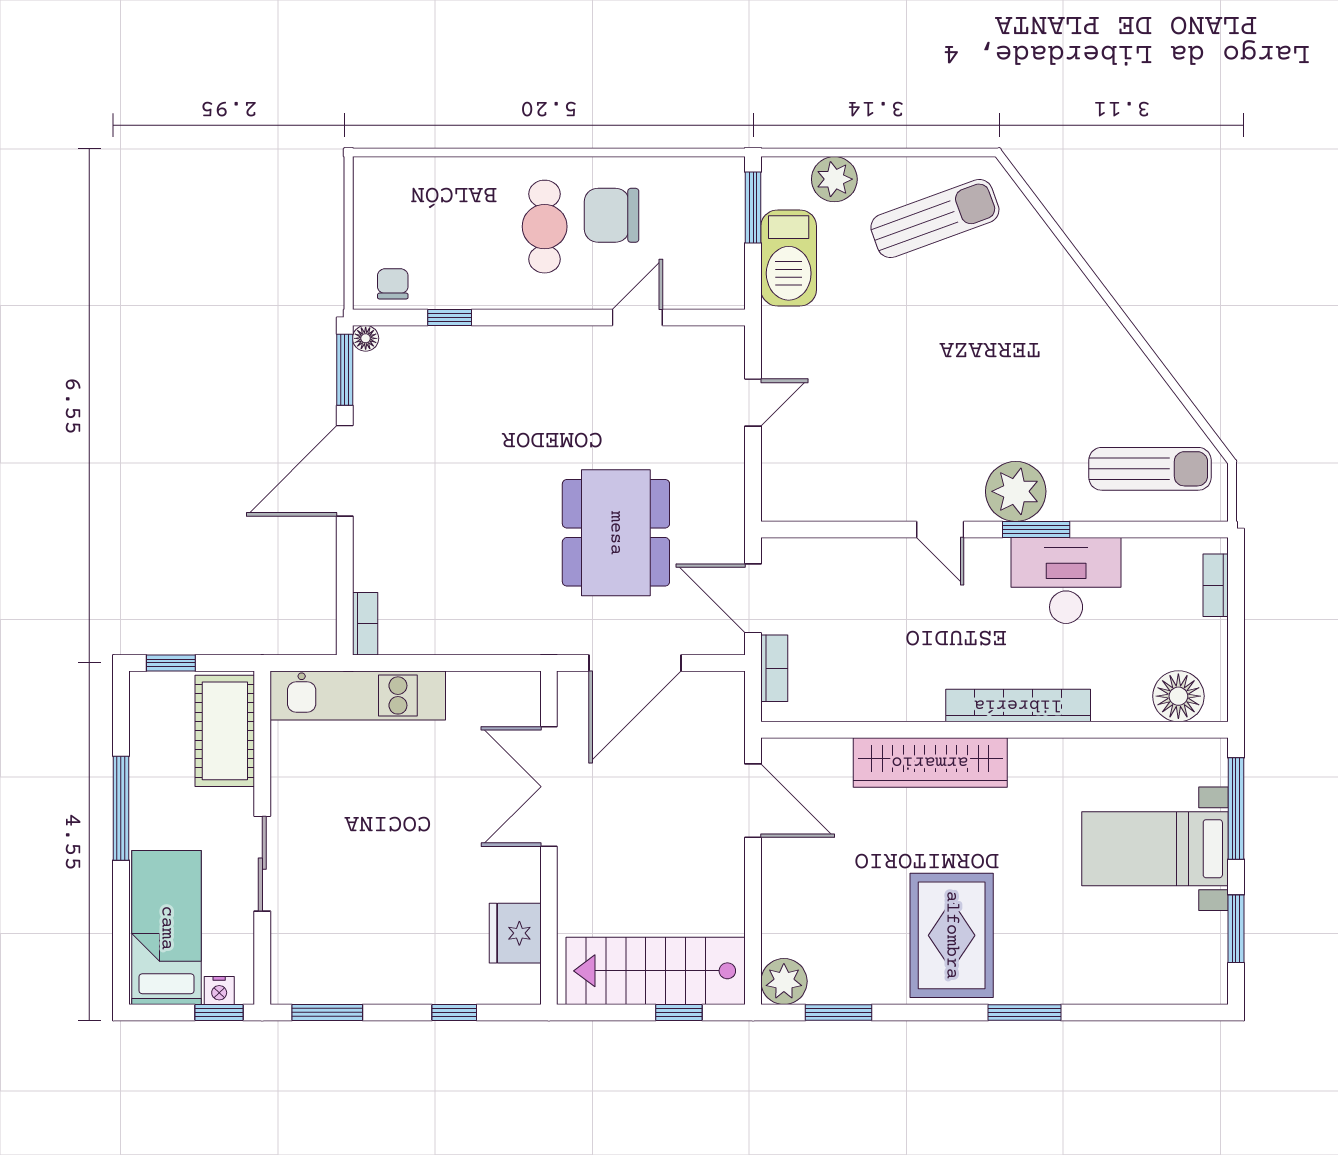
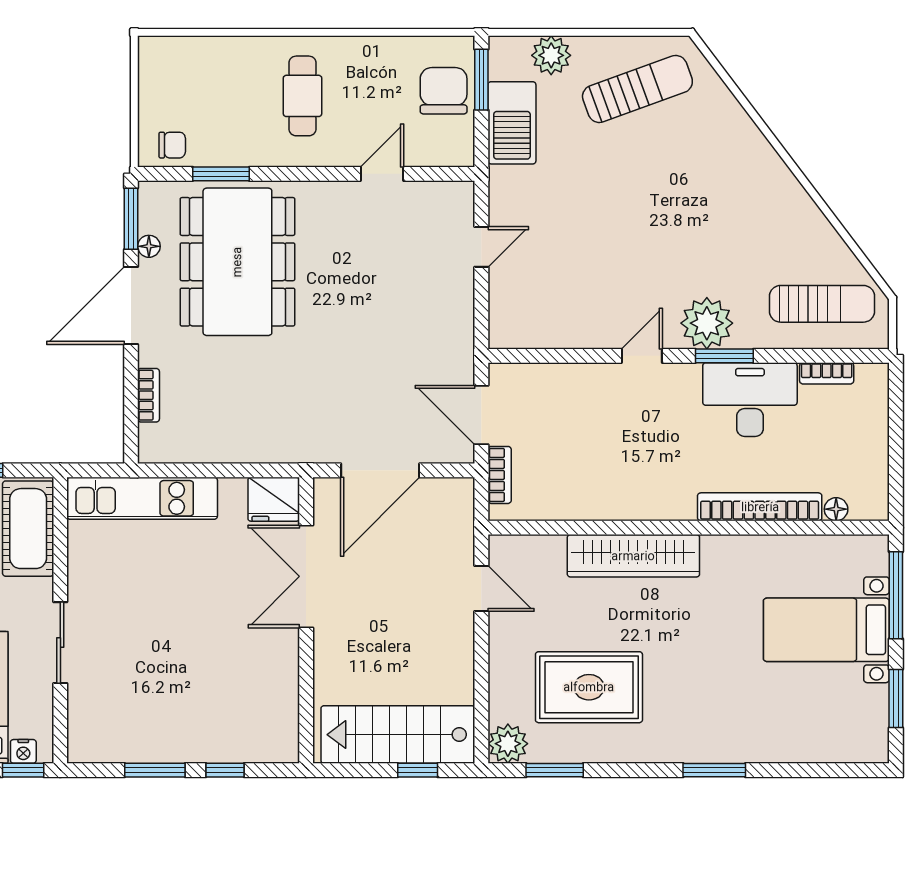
chair: (612, 215) -> (444, 91), moved, turned 90
chair: (393, 284) -> (172, 145), turned 90
window: (450, 317) -> (221, 174), width x1.50
floor lamp: (366, 338) -> (149, 246), moved
door: (940, 529) -> (642, 356), swing flipped
dining table: (616, 533) -> (237, 262), moved, width x1.36, depth x1.24
bookcase: (1216, 585) -> (827, 373), moved, turned -90
bookcase: (365, 624) -> (149, 395), moved
floor lamp: (1178, 696) -> (836, 509), width x0.53, depth x0.53
bookcase: (1018, 705) -> (760, 507), moved
door: (753, 801) -> (481, 588), width x0.73
fridge: (515, 933) -> (274, 499), moved, turned -90
rug: (952, 935) -> (589, 687), moved, turned 90
window: (327, 1012) -> (155, 770), moved

